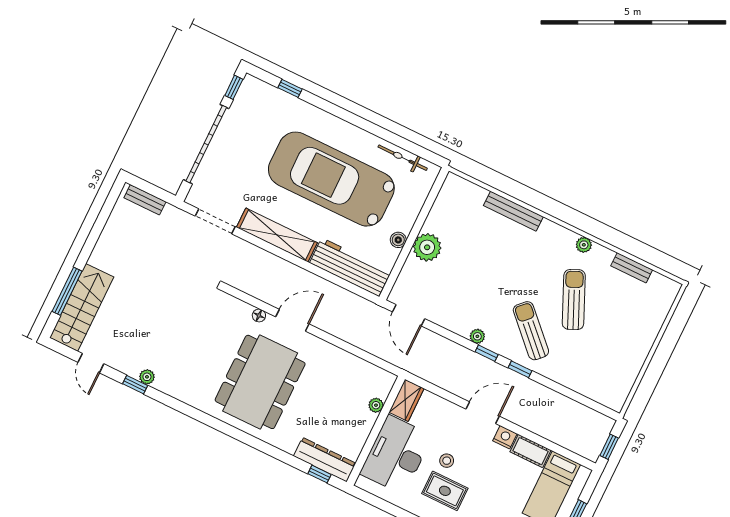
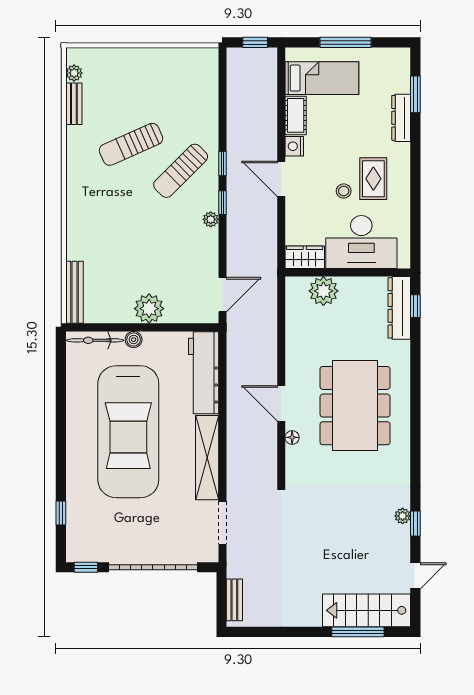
bicycle: (403, 158) -> (95, 340), moved, turned 90
bench: (513, 211) -> (75, 292), moved
boiler: (398, 240) -> (134, 340), moved
plant: (584, 245) -> (74, 73), moved
dining table: (260, 382) -> (355, 406), turned 90
plant: (376, 405) -> (323, 291), width x1.87, depth x1.87

